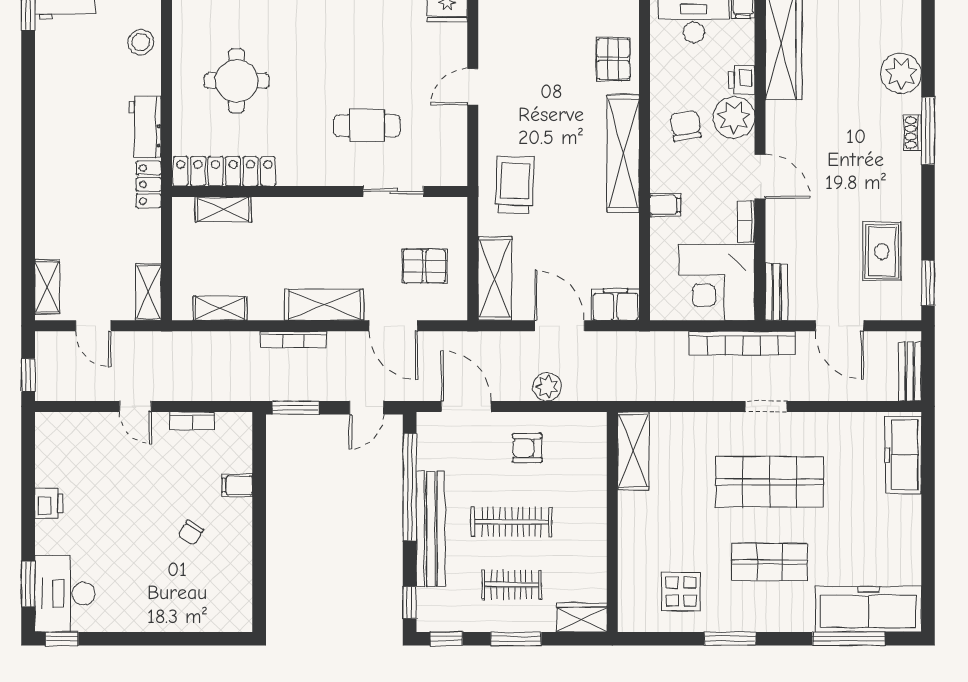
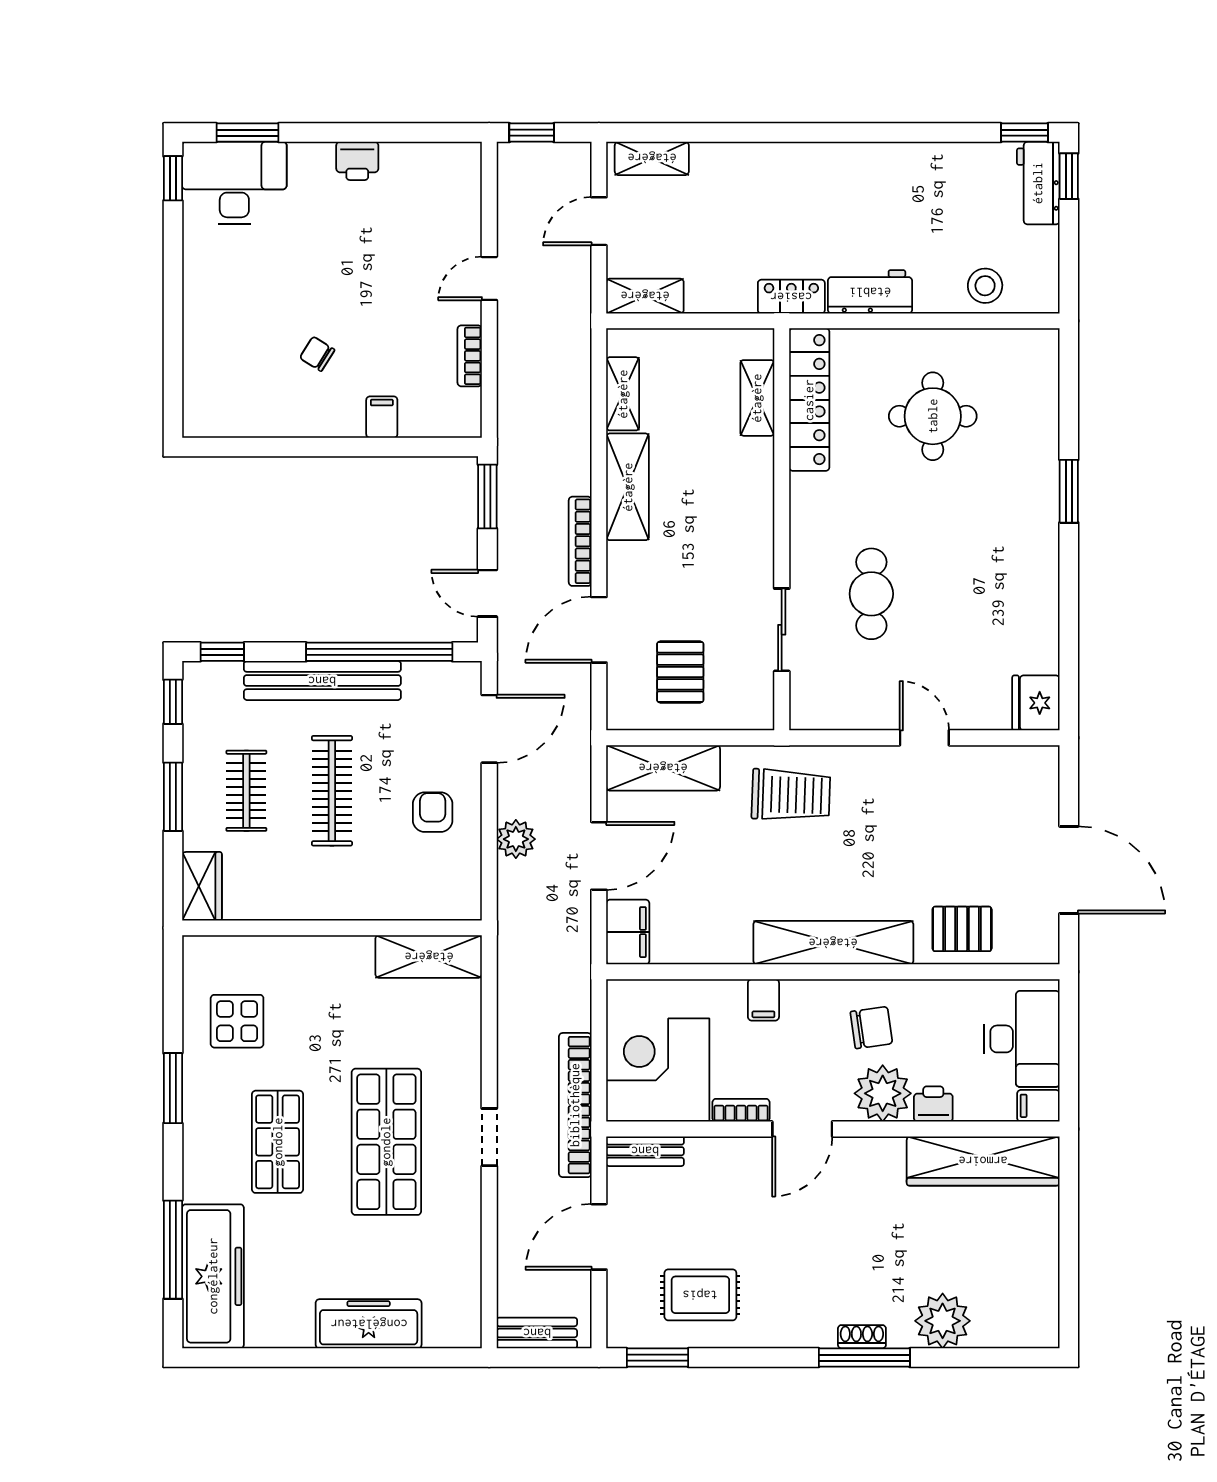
shelving: (324, 305) -> (628, 487), moved
bookcase: (293, 340) -> (580, 541), moved
freezer: (903, 455) -> (369, 1324), moved

